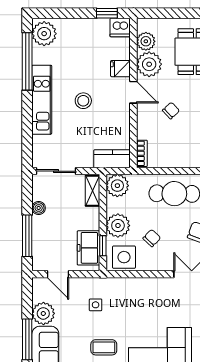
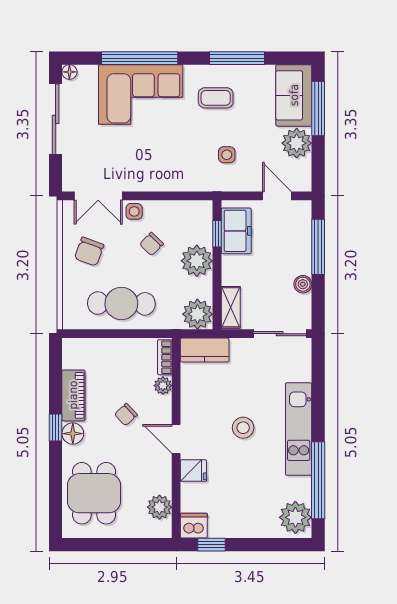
plant: (149, 64) -> (163, 386), moved, width x0.53, depth x0.53
side table: (124, 257) -> (134, 211), moved, width x0.54, depth x0.54

